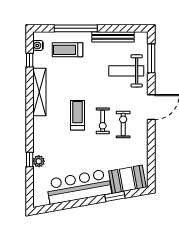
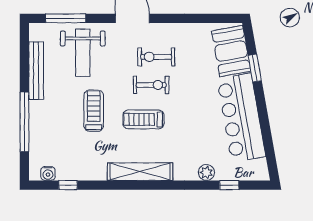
treadmill: (68, 50) -> (94, 111), moved, turned 180
shelving: (39, 92) -> (140, 172), moved
window: (30, 160) -> (229, 185), moved

